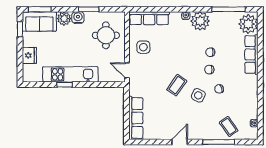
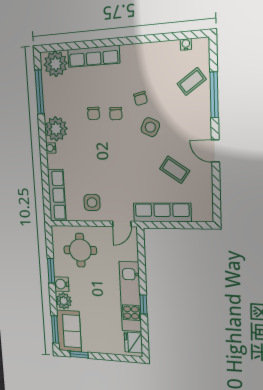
fridge: (29, 55) -> (133, 342), moved, turned -90
coffee table: (177, 85) -> (175, 170), moved
row of seats: (136, 118) -> (162, 212), moved

